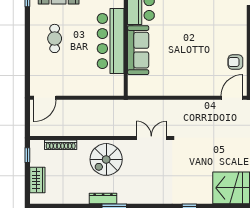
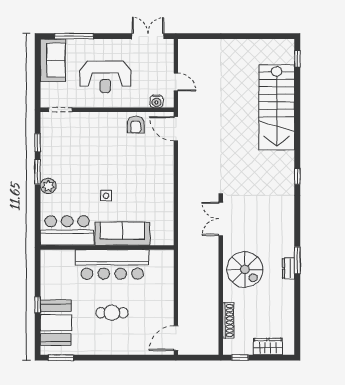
side table: (172, 36) -> (106, 196), added
cafe table: (55, 38) -> (112, 313), moved
door: (45, 98) -> (176, 338), swing flipped
dresser: (103, 198) -> (289, 268), width x0.70

